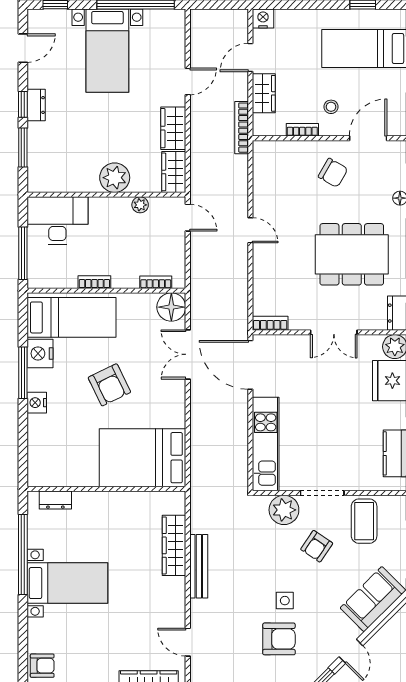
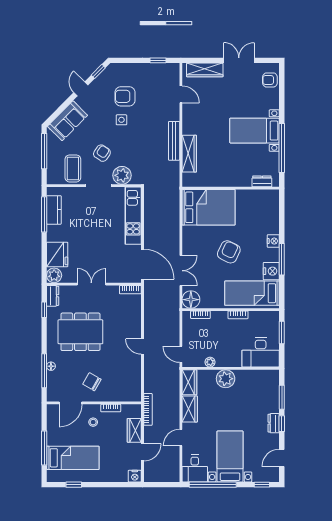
desk: (165, 31) -> (195, 468), added
window: (23, 253) -> (282, 332), width x0.69
armchair: (109, 385) -> (229, 252), turned 51

